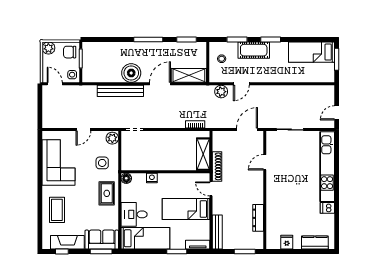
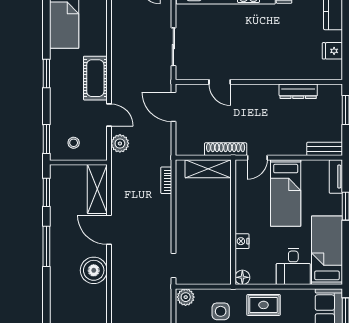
window: (237, 39) -> (46, 139), moved
cot: (254, 50) -> (95, 78), moved
bench: (120, 91) -> (119, 286), removed
bench: (217, 232) -> (325, 149), width x0.73

